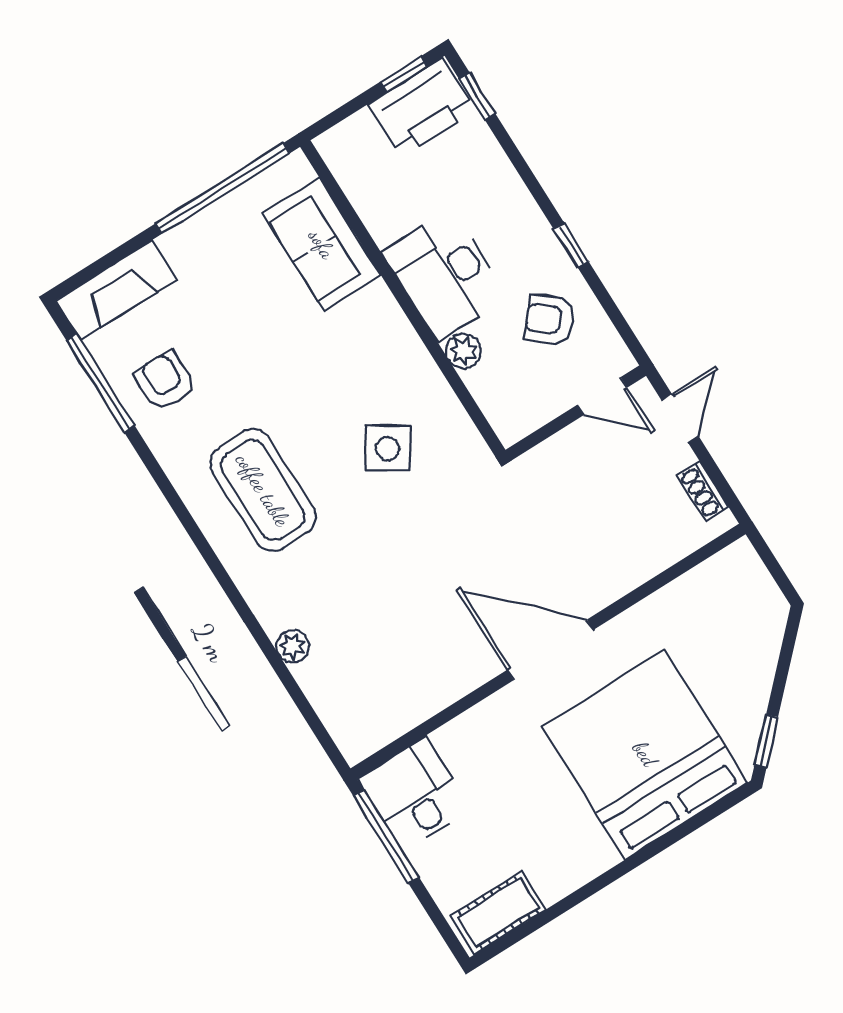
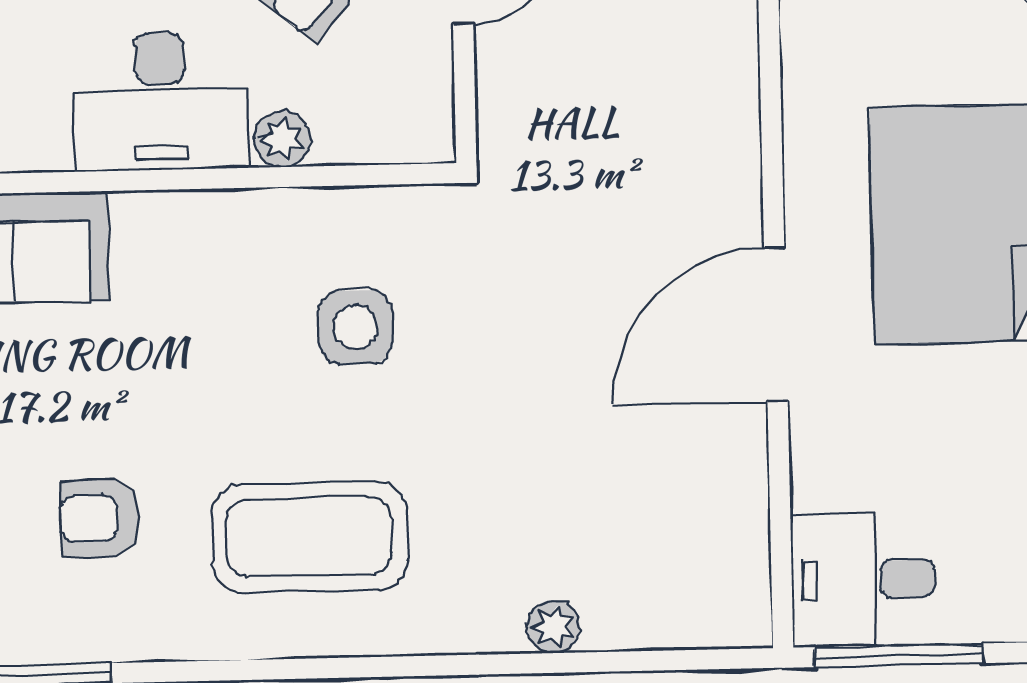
armchair: (165, 381) -> (100, 518), moved
side table: (388, 448) -> (355, 327), turned -33
door: (550, 650) -> (776, 324), moved

